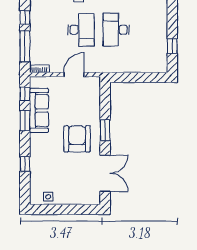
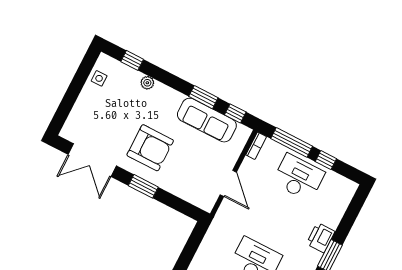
desk: (81, 30) -> (299, 177), moved, turned 180
plant: (35, 163) -> (147, 83), added
window: (25, 164) -> (132, 60), moved

